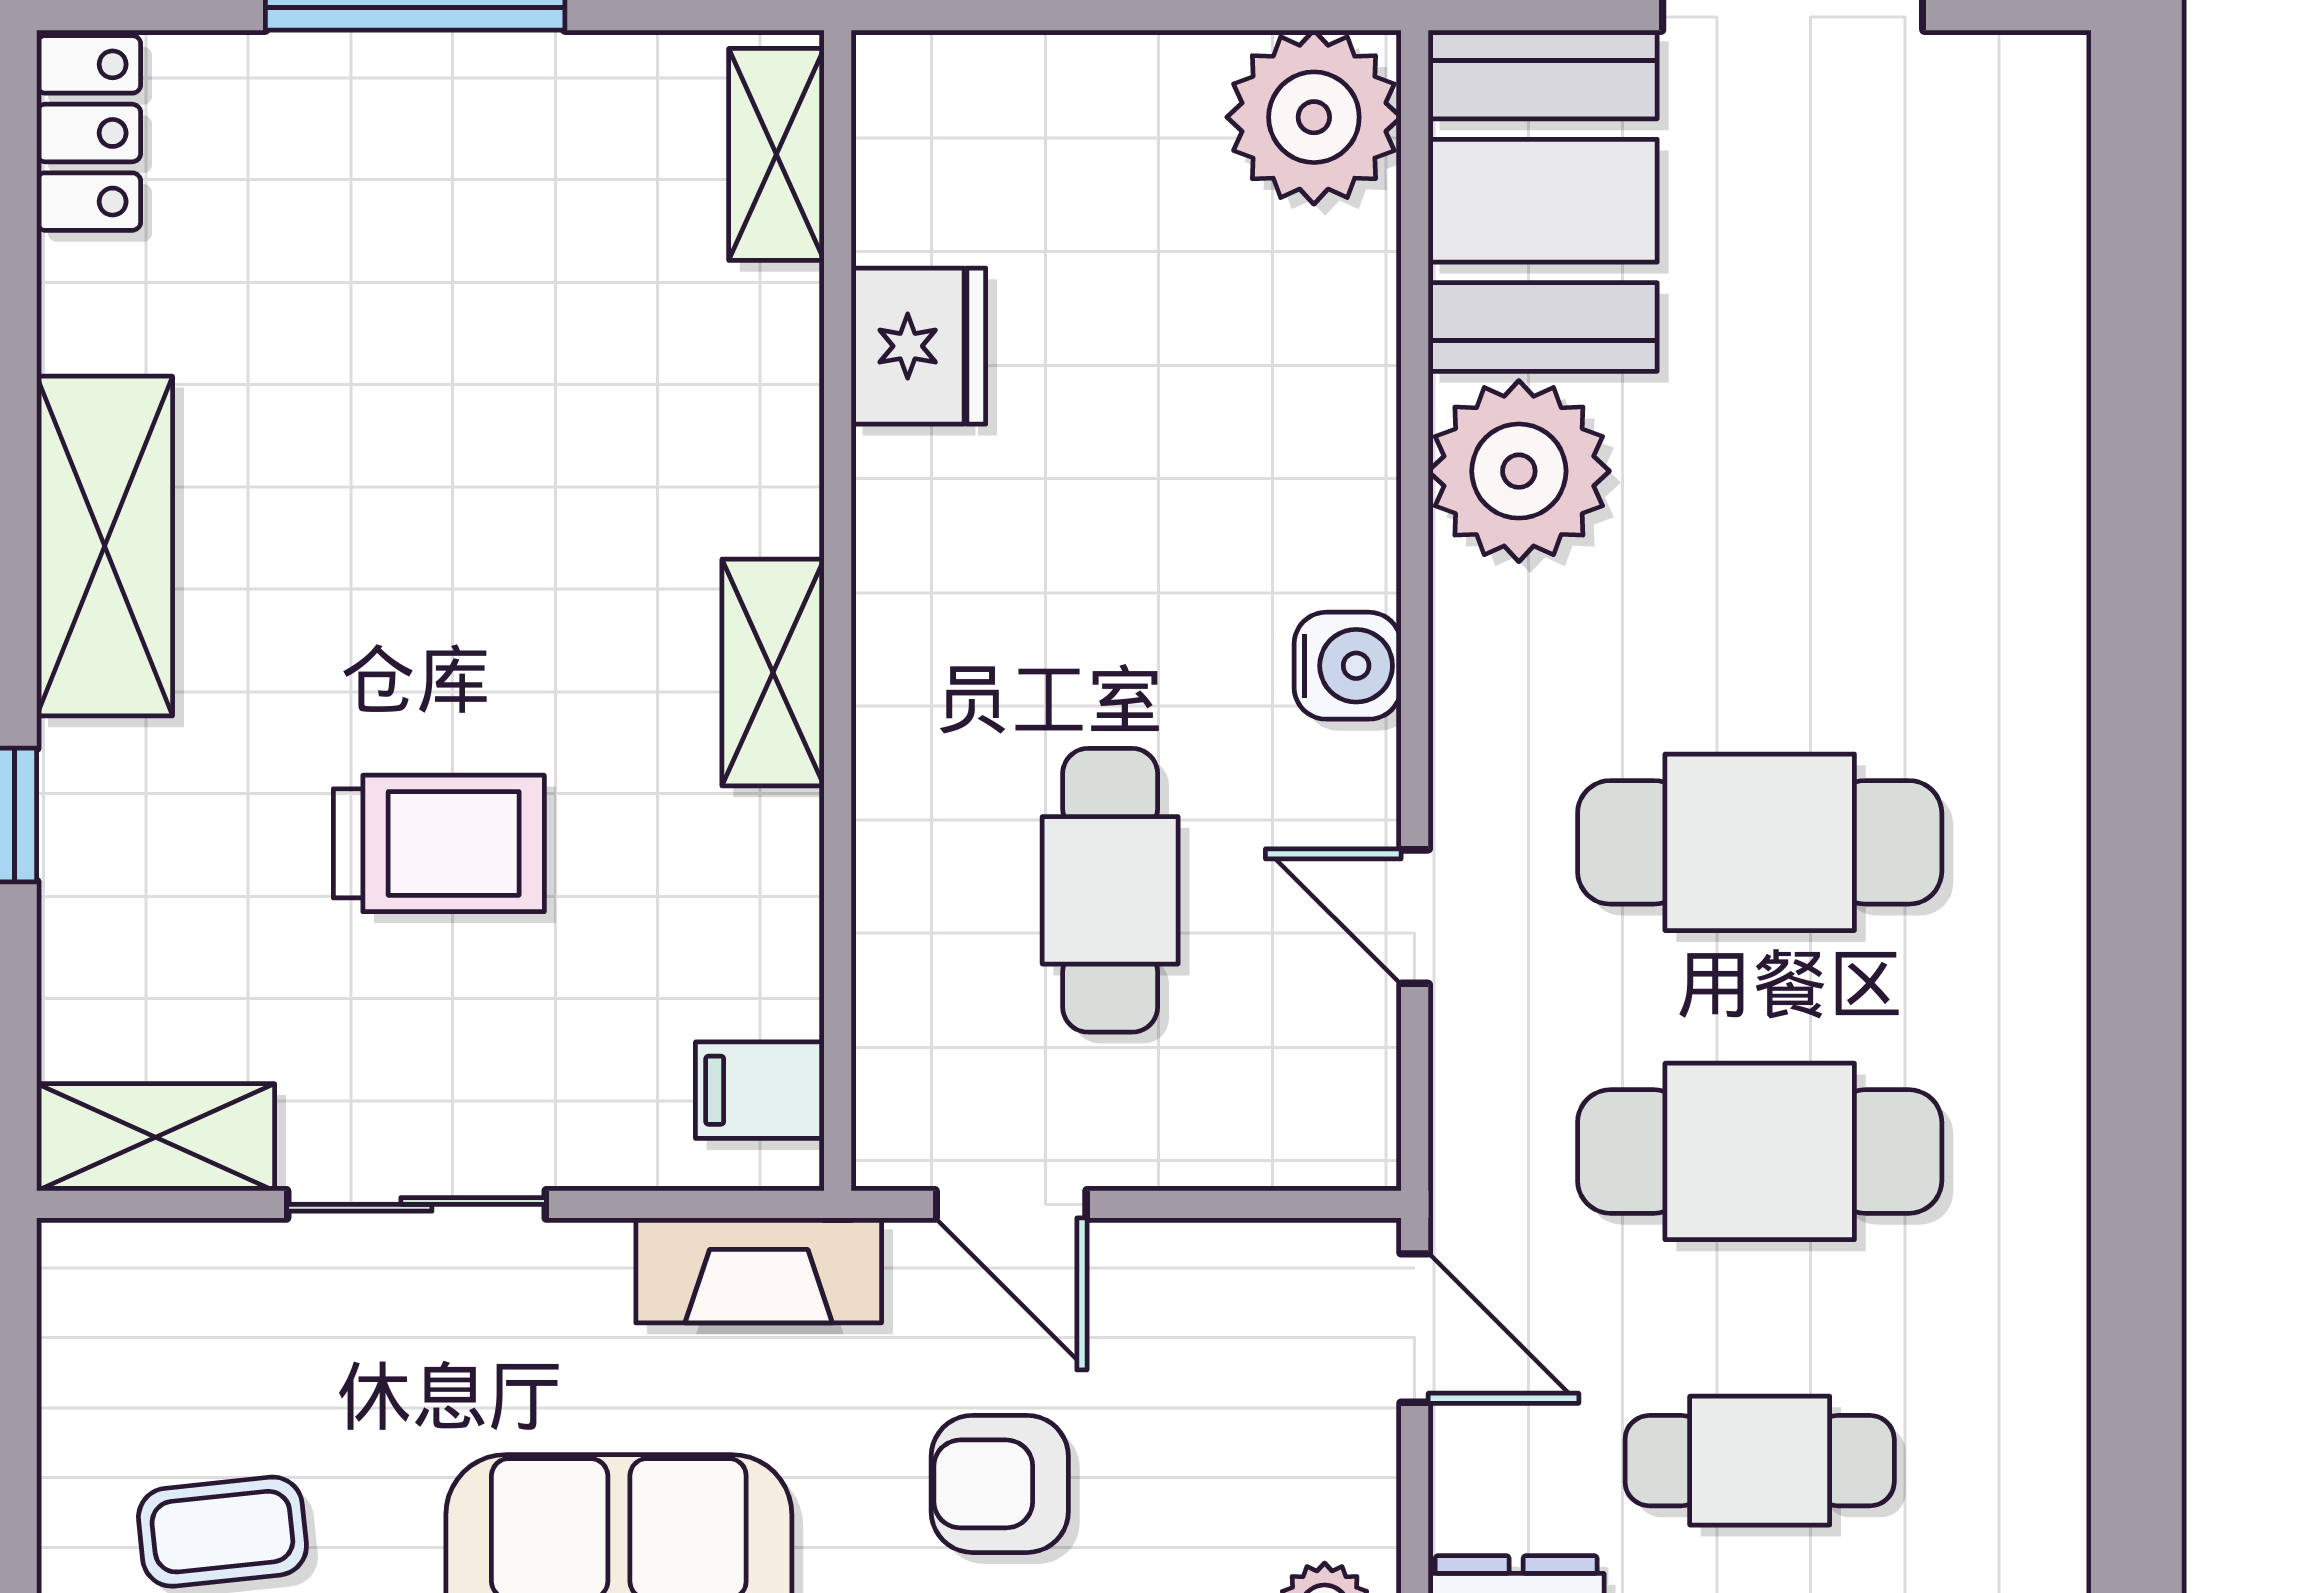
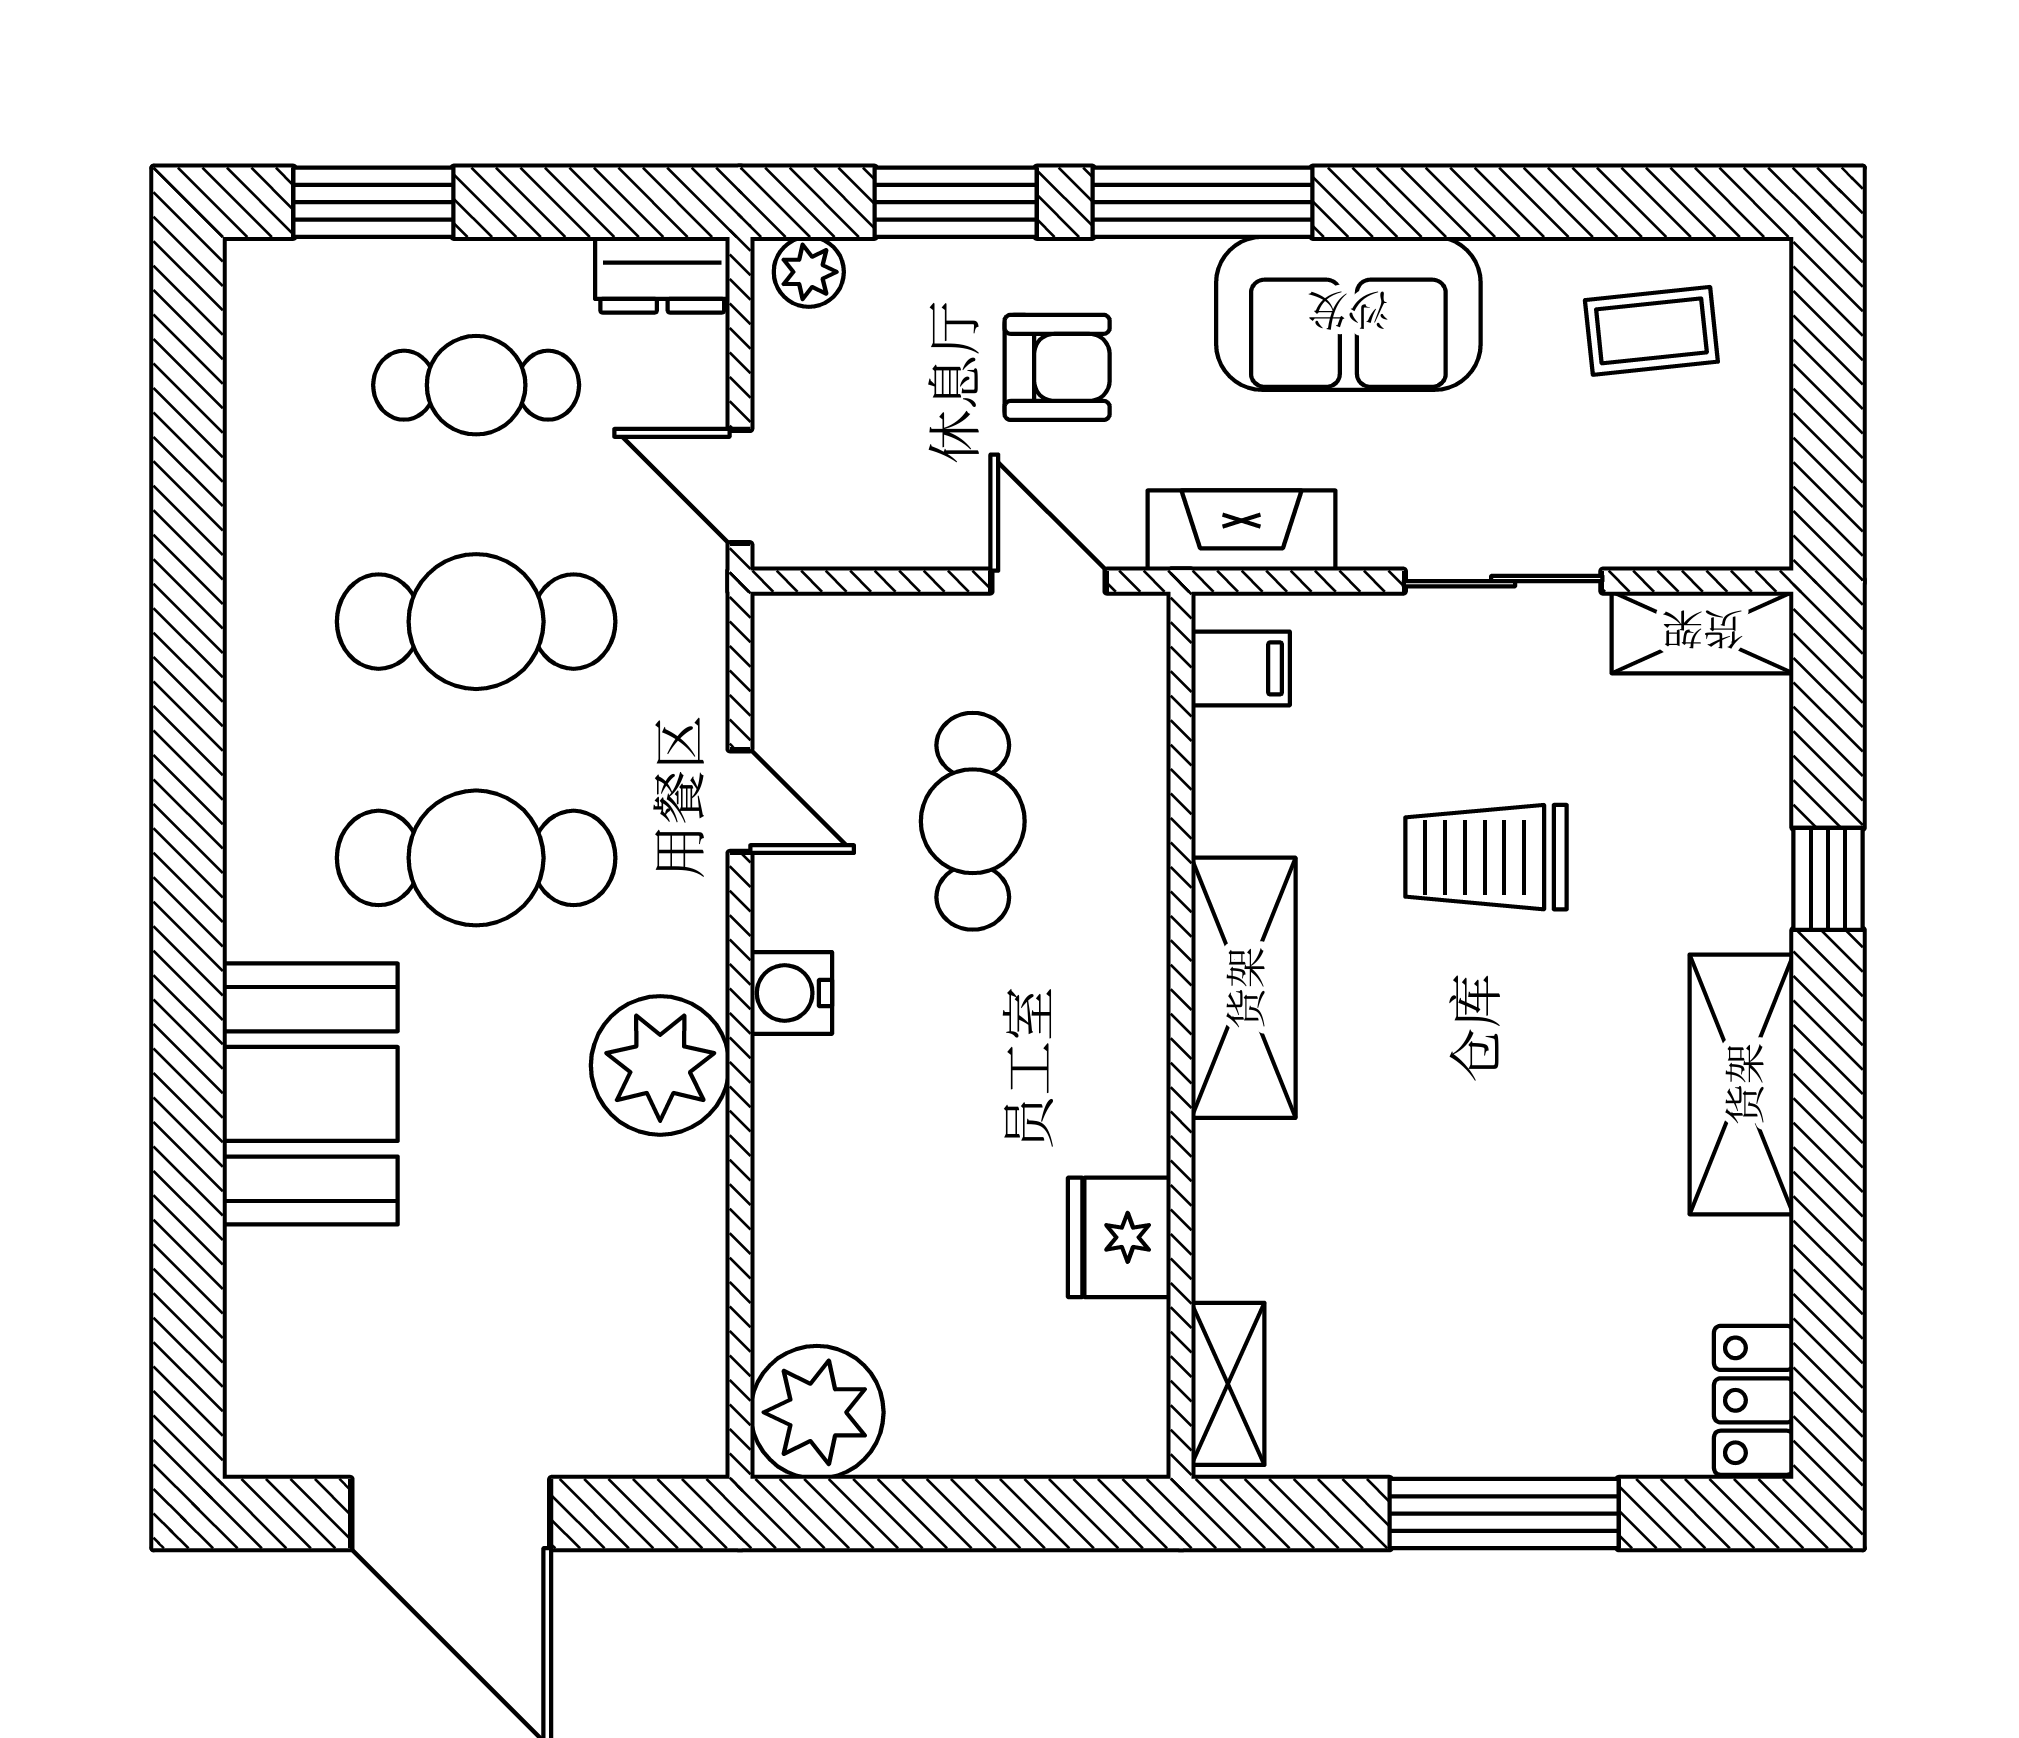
booth: (1543, 201) -> (310, 1094), moved
plant: (1519, 471) -> (660, 1065), moved
shelving: (773, 672) -> (1243, 988), width x1.50, depth x1.33

